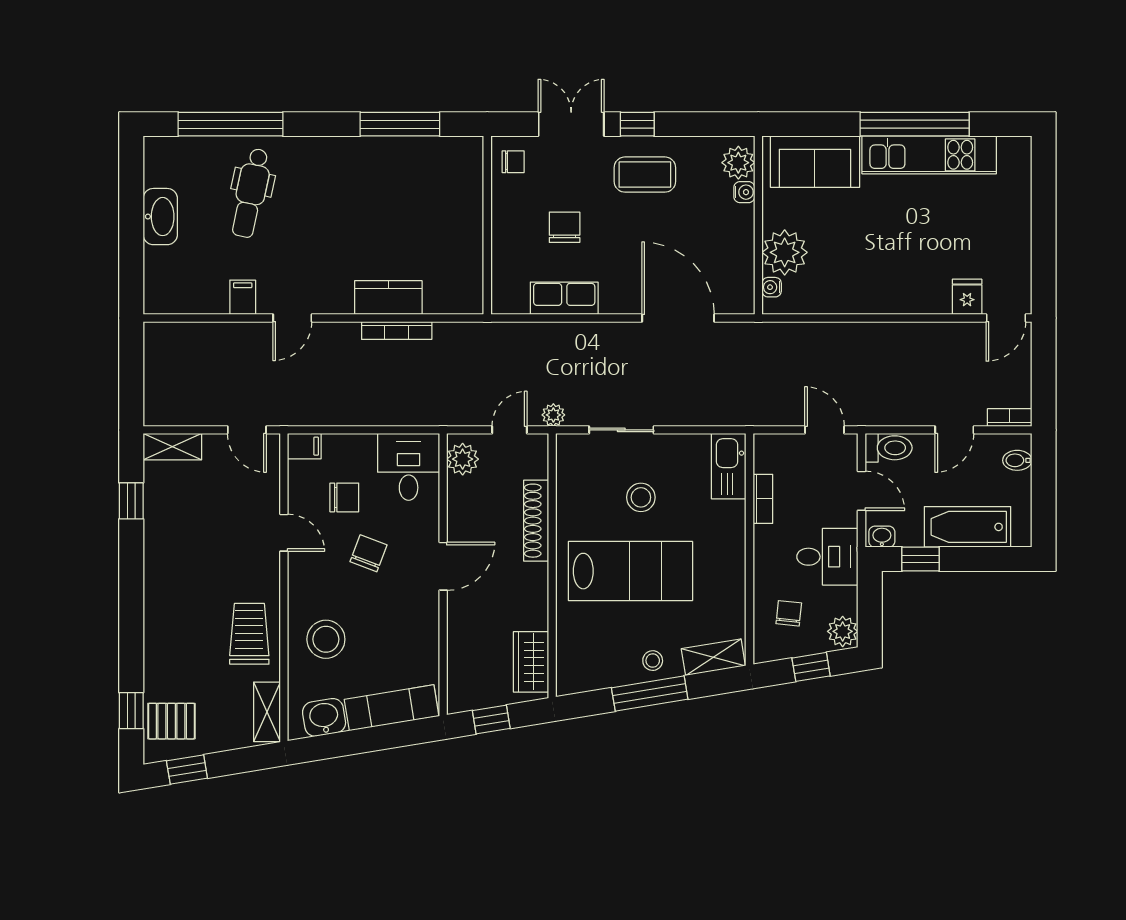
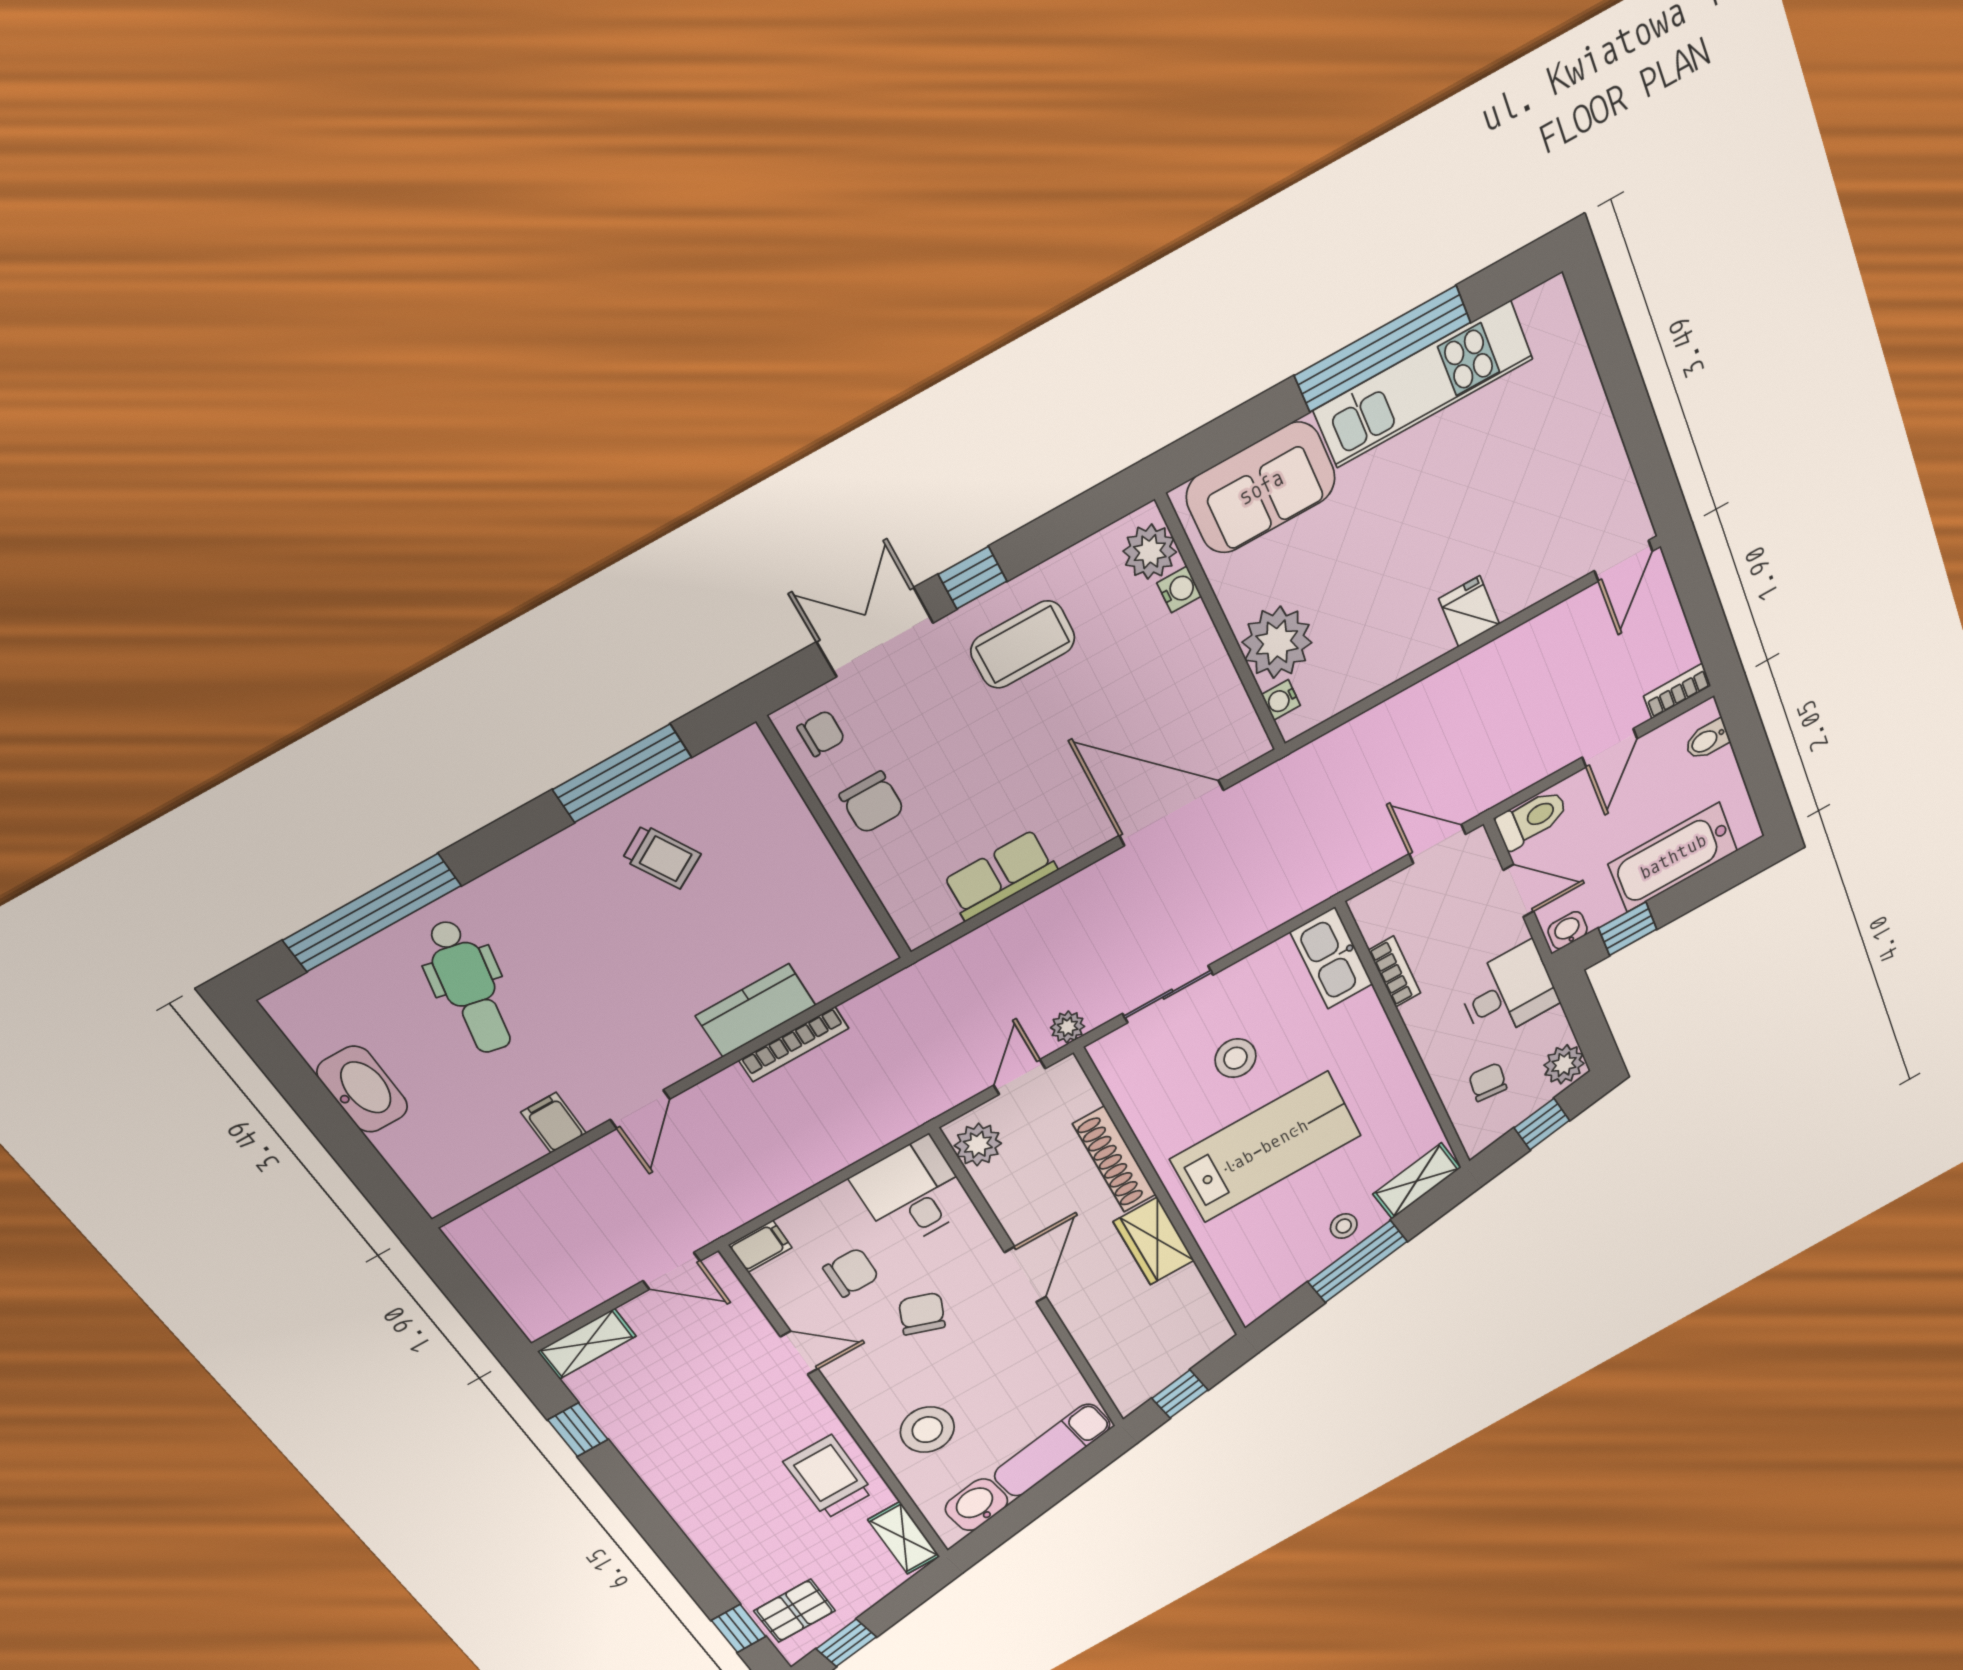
trolley: (392, 180) -> (662, 857), added
chair: (565, 227) -> (872, 803), moved, turned 180
fridge: (967, 297) -> (1469, 611), moved
wardrobe: (531, 662) -> (1154, 1241), moved

